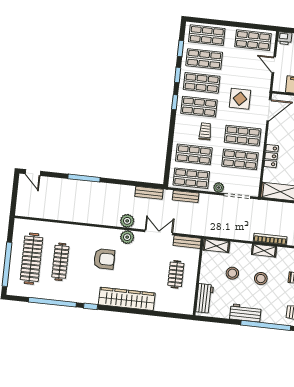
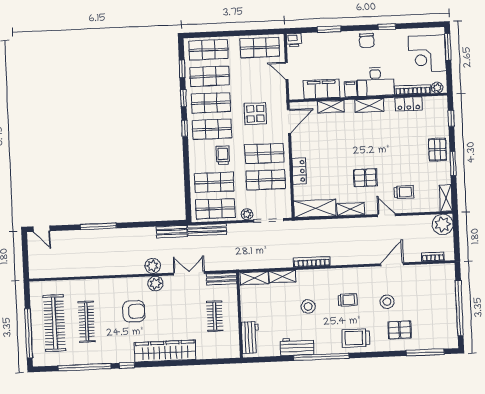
bench: (186, 196) -> (207, 230), width x1.36
shelving: (264, 251) -> (283, 276), moved
stool: (232, 273) -> (276, 305), removed

